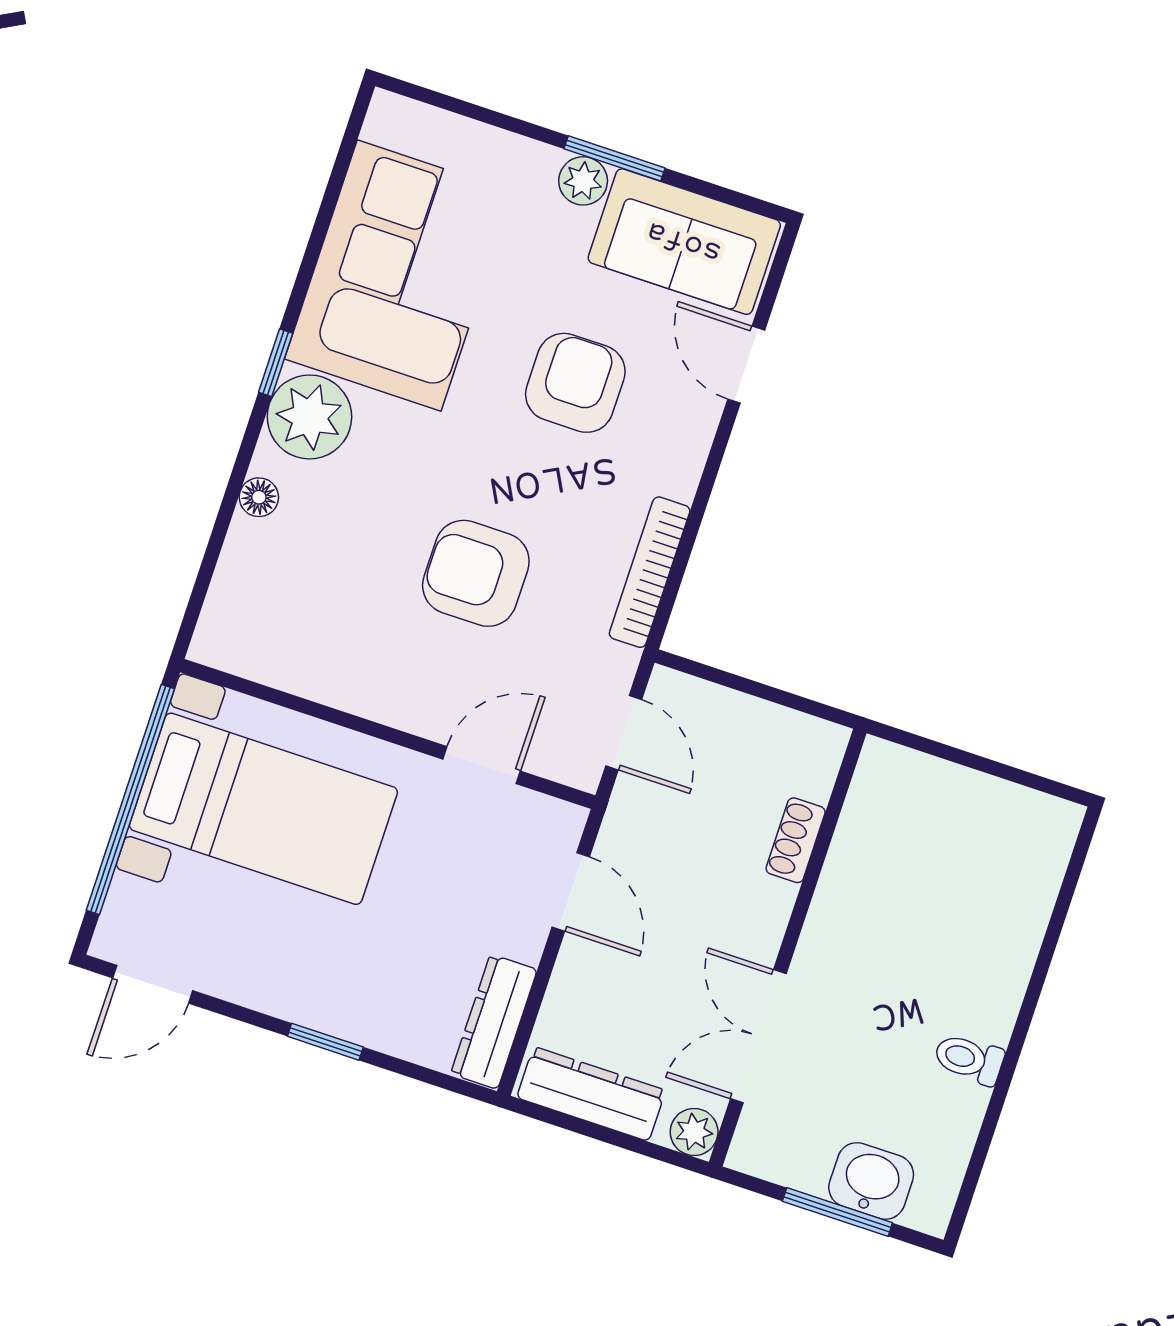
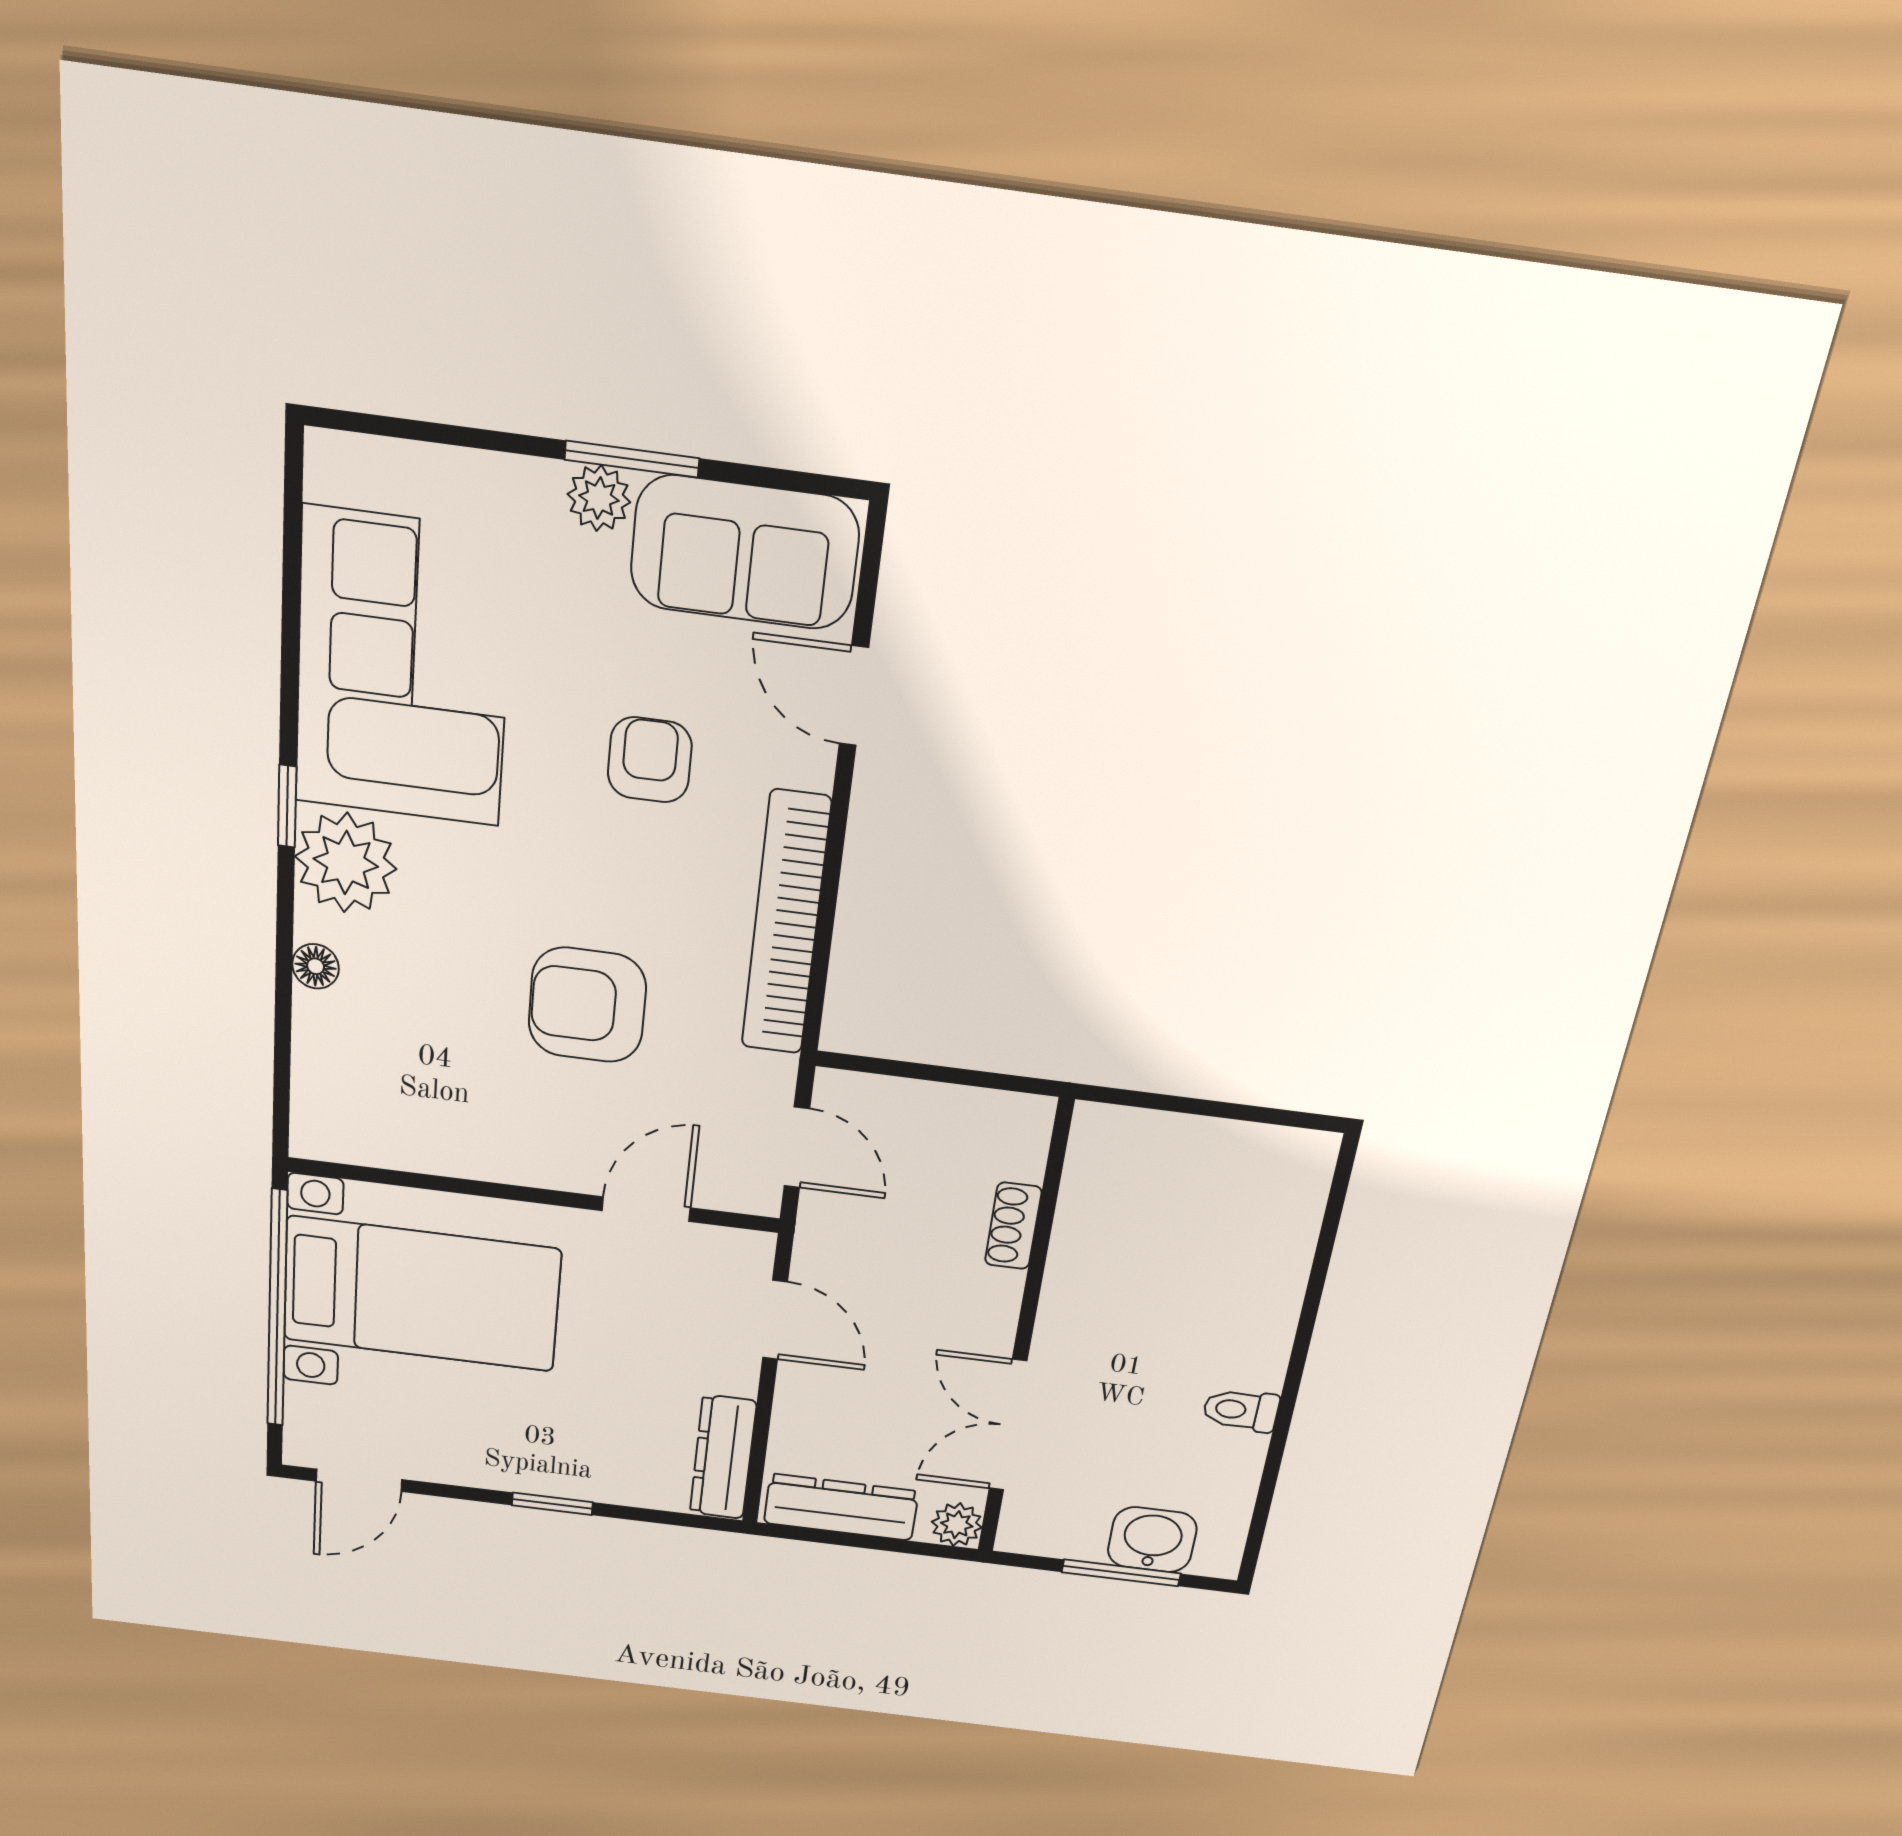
armchair: (575, 383) -> (650, 760), width x0.72, depth x0.72
bookcase: (650, 572) -> (786, 924), width x1.48, depth x1.31

